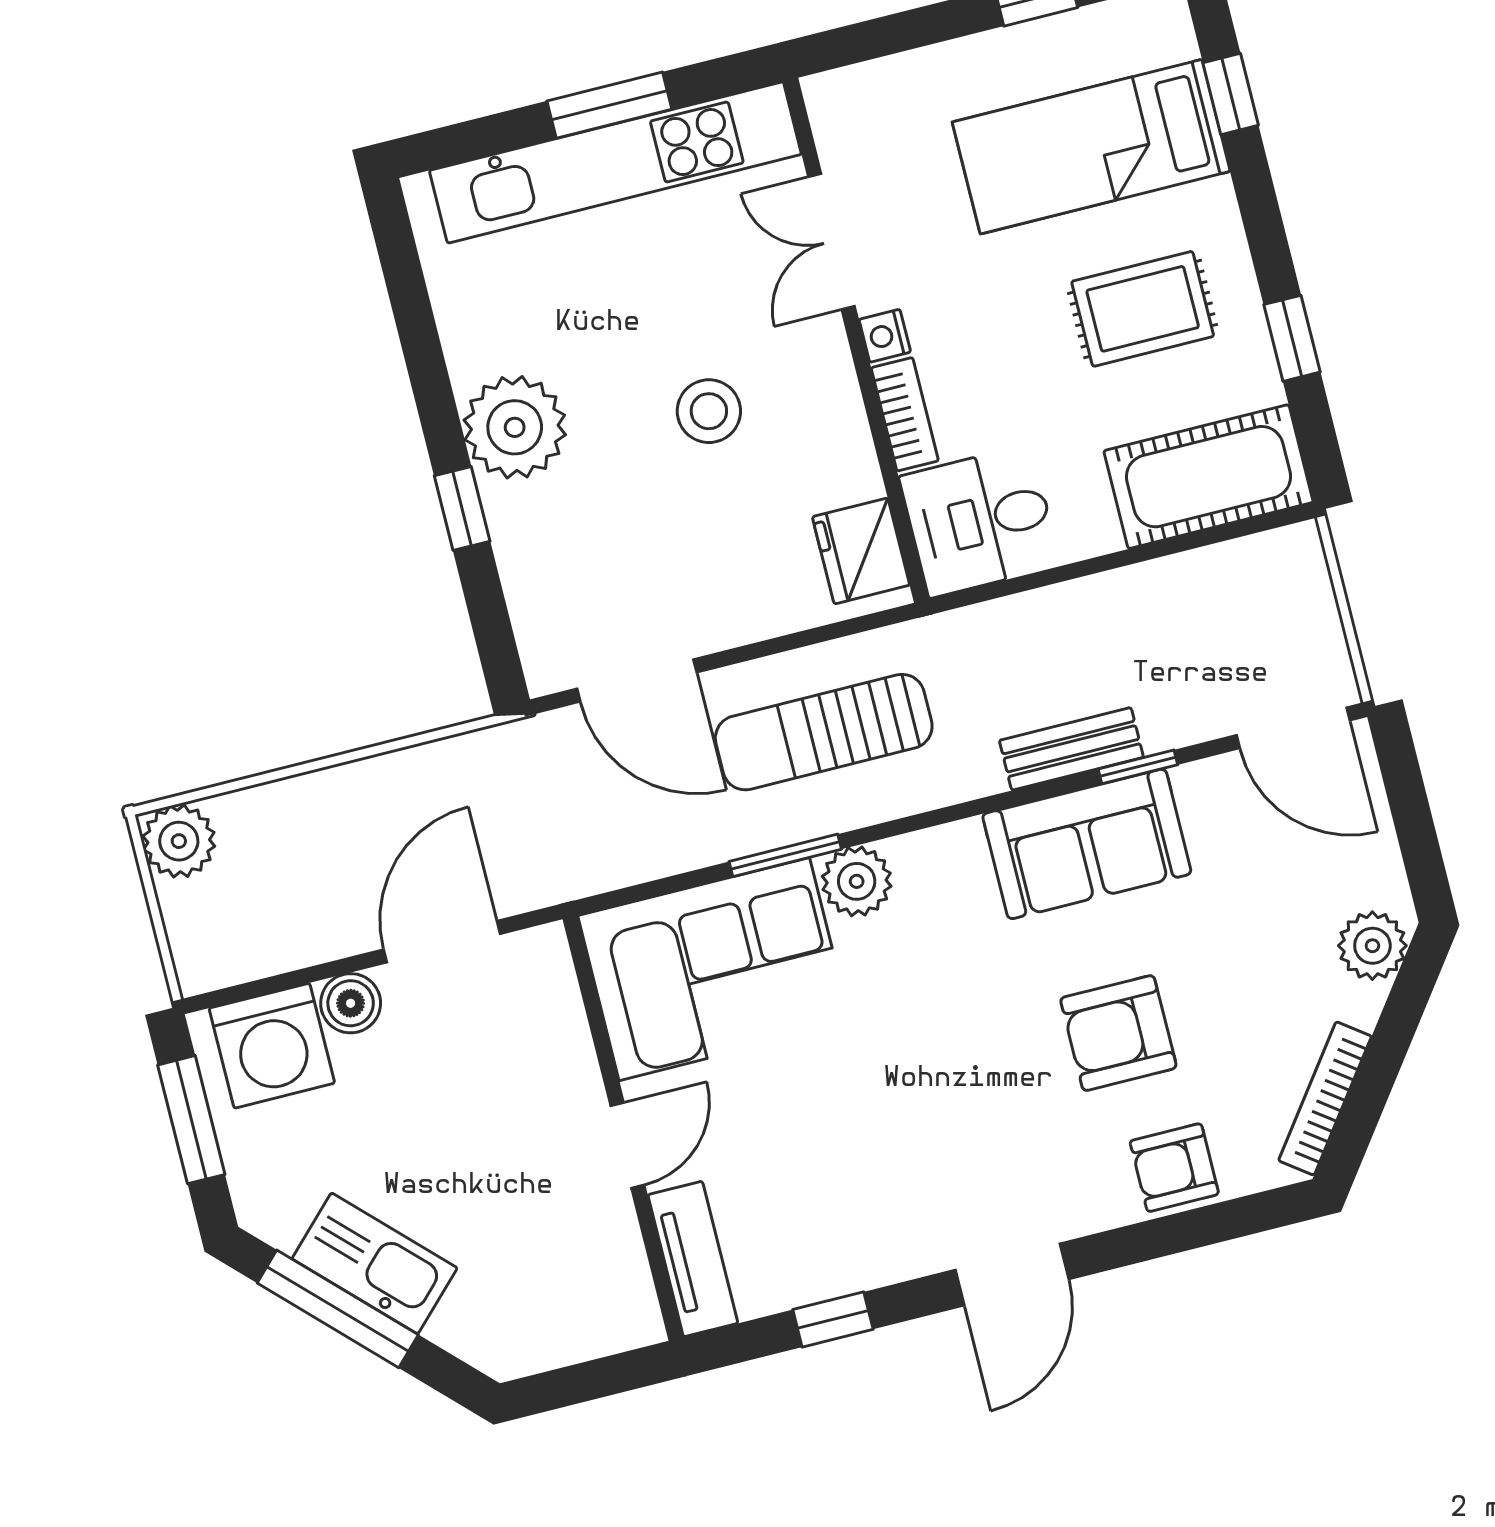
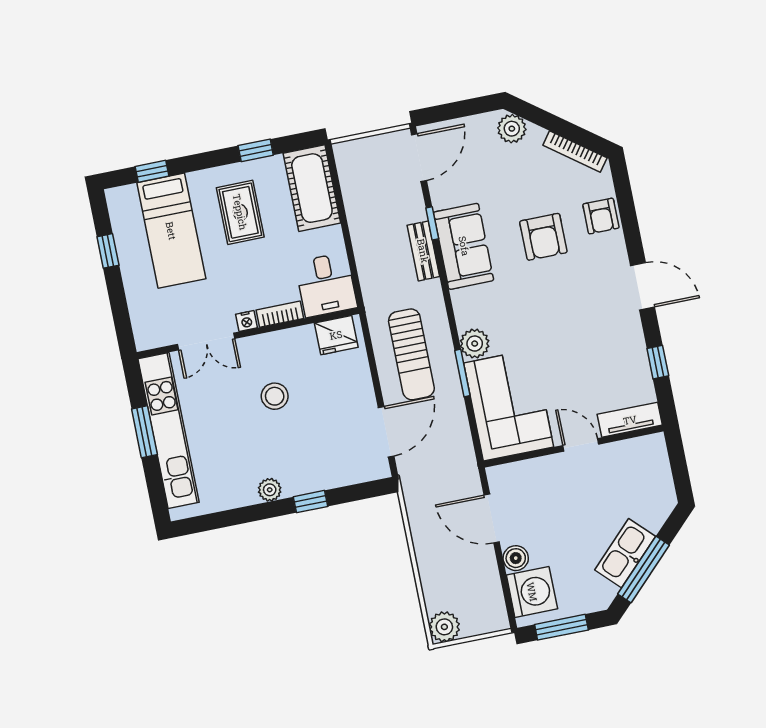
plant: (515, 427) -> (270, 490), width x0.53, depth x0.53

